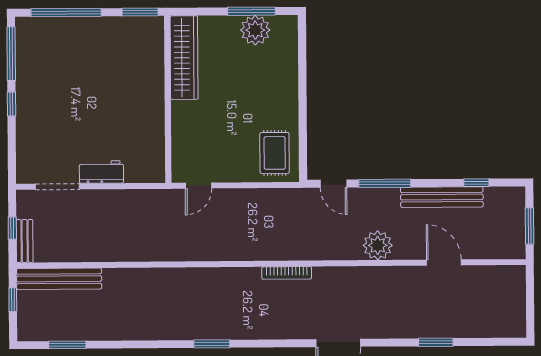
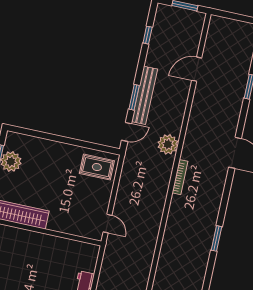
window: (385, 183) -> (134, 97), width x0.69
bench: (442, 197) -> (145, 95), moved
plant: (378, 245) -> (168, 144), moved

